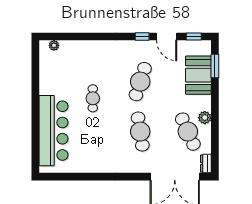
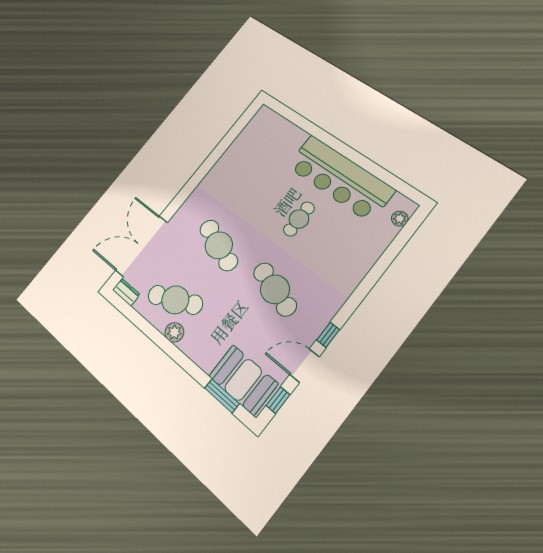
booth: (198, 75) -> (243, 380), moved
cafe table: (93, 98) -> (299, 219), turned 90
bar counter: (54, 131) -> (340, 178), moved
cafe table: (140, 132) -> (219, 245), turned 30

